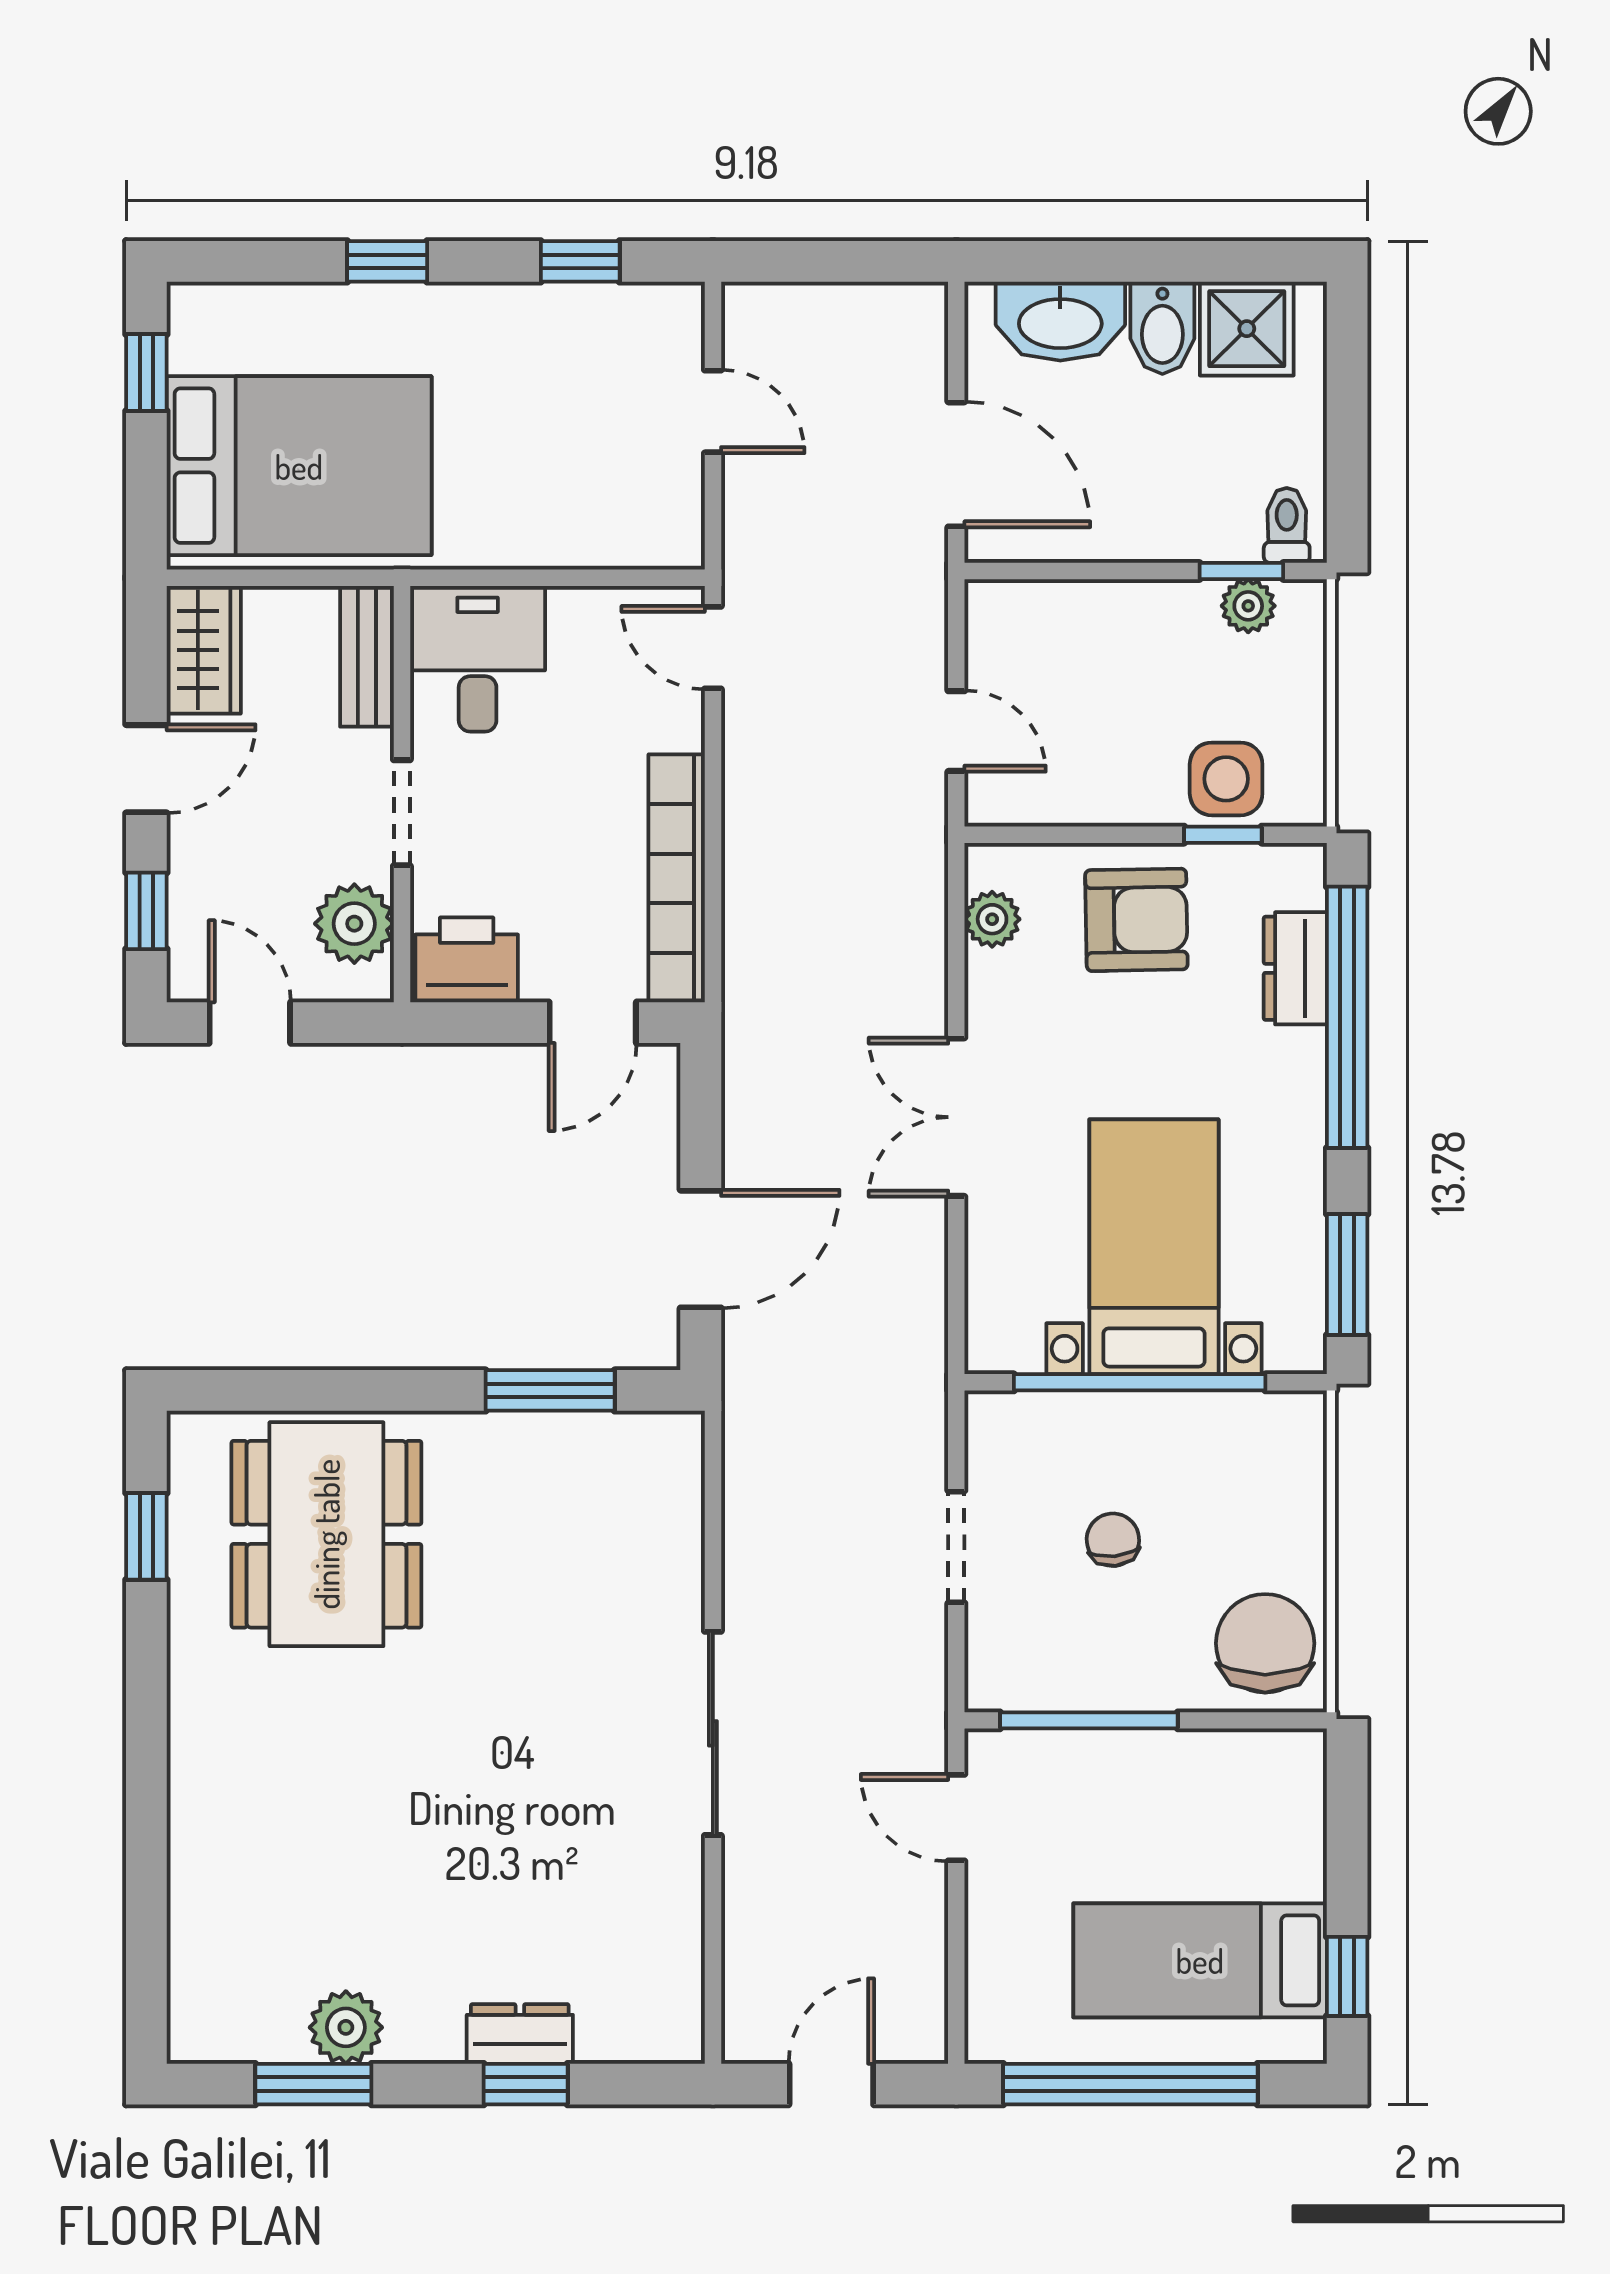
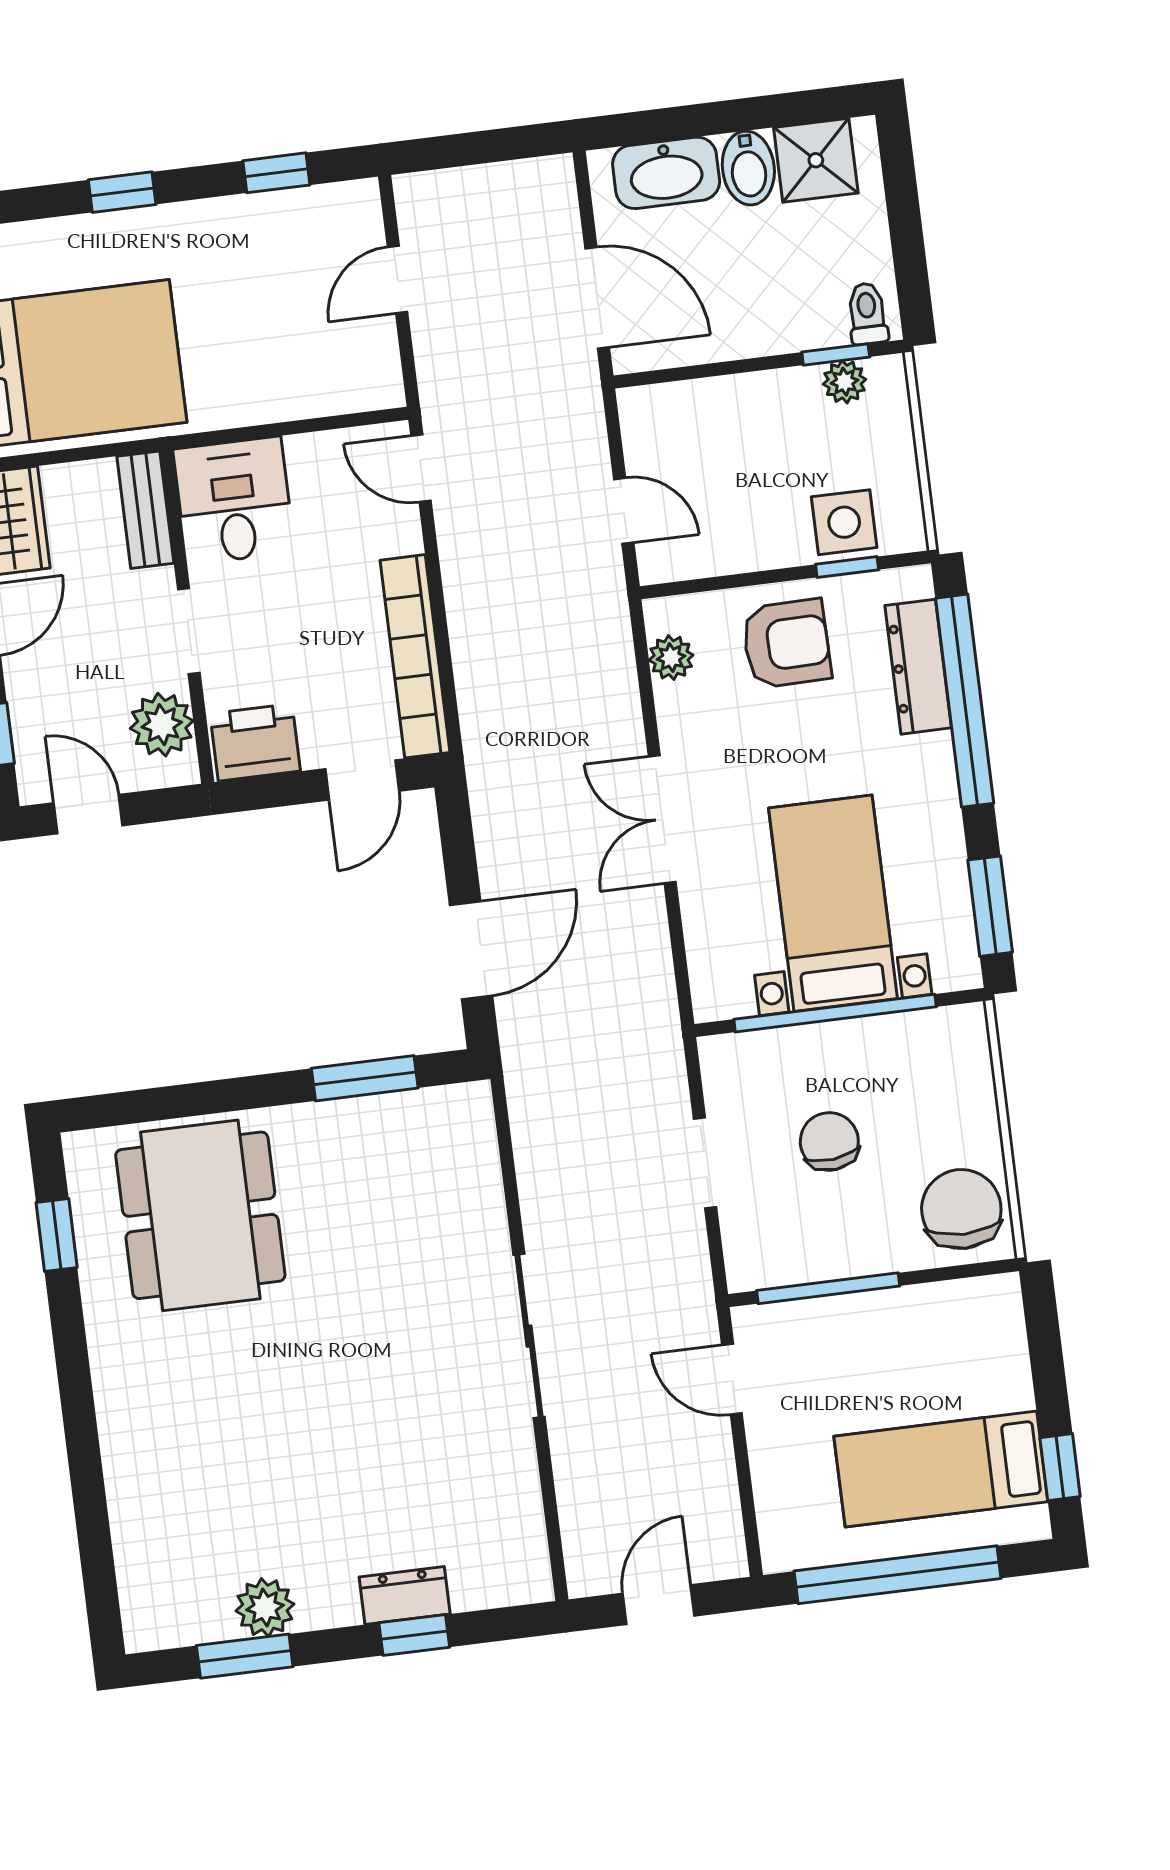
door: (713, 411) -> (397, 280), swing flipped
dresser: (1295, 968) -> (918, 667), width x1.44
chair: (1113, 1540) -> (829, 1141), width x1.37, depth x1.37

